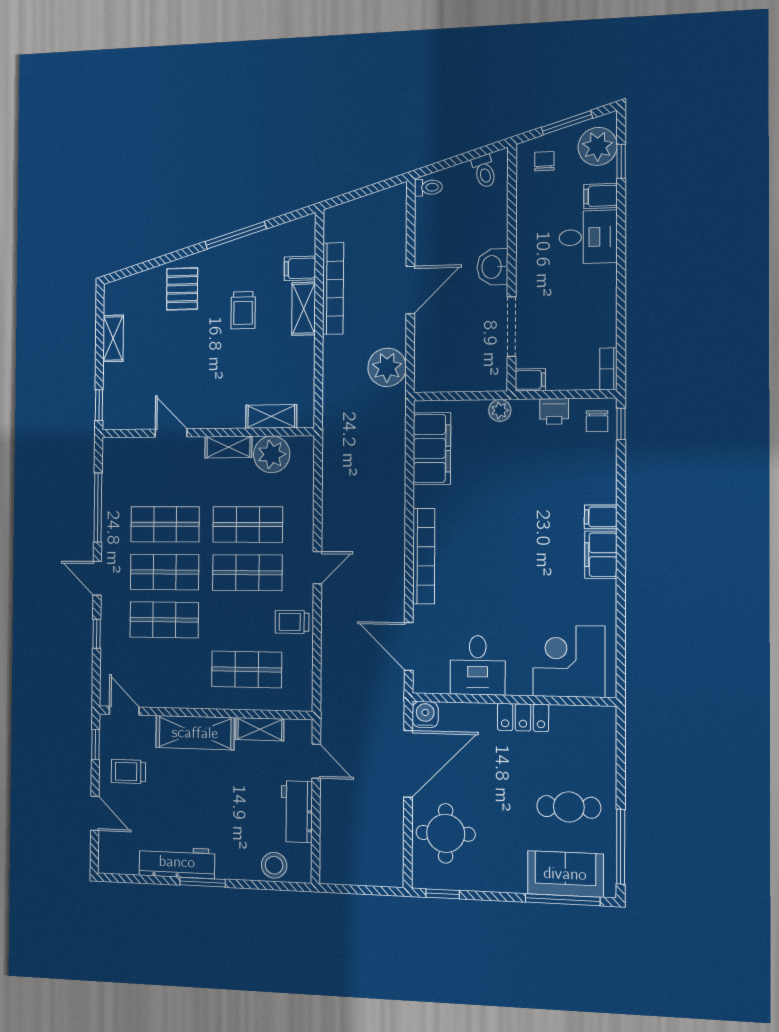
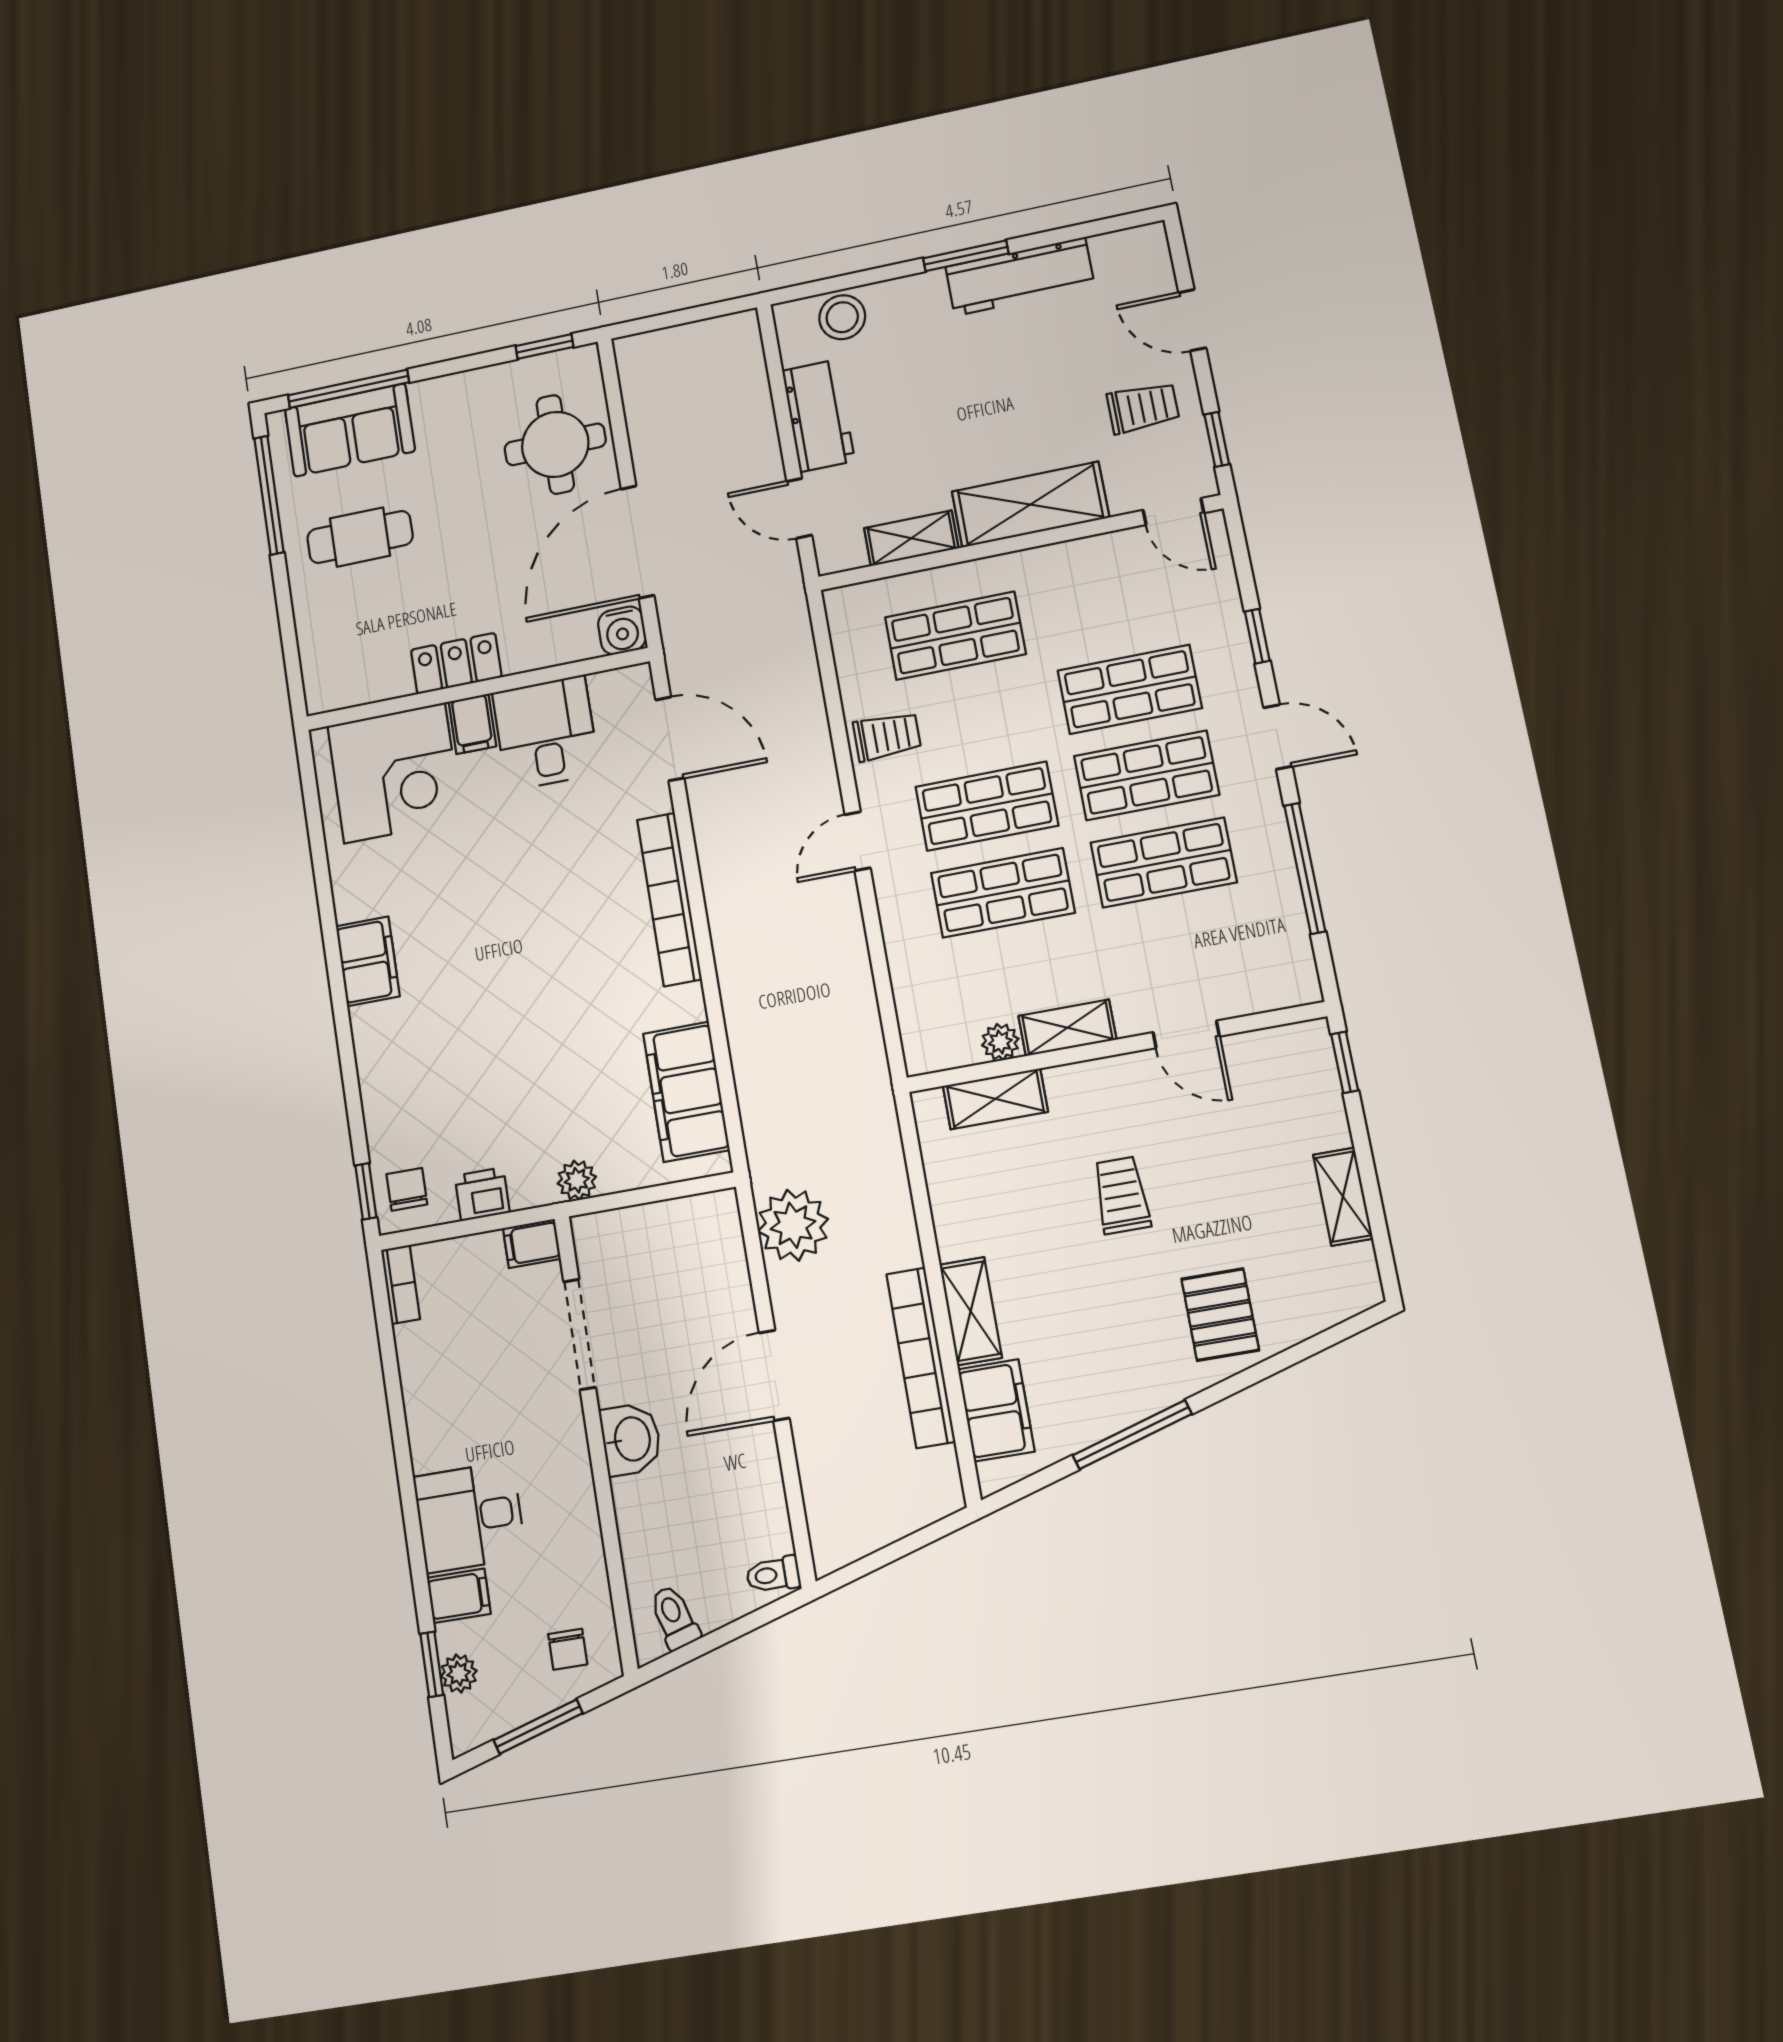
plant: (598, 146) -> (459, 1674), width x0.53, depth x0.53
filing cabinet: (300, 268) -> (996, 1410), width x2.00
trolley: (243, 310) -> (1122, 1195), moved
plant: (272, 454) -> (1000, 1042), width x0.53, depth x0.53
filing cabinet: (601, 517) -> (472, 724), moved, turned 90

